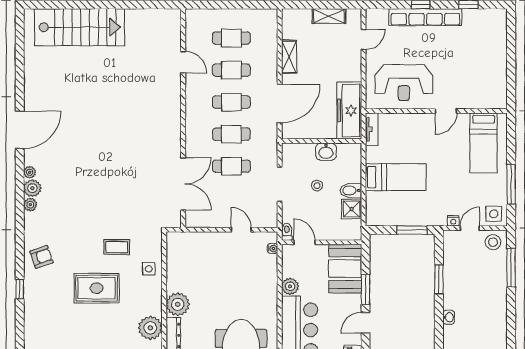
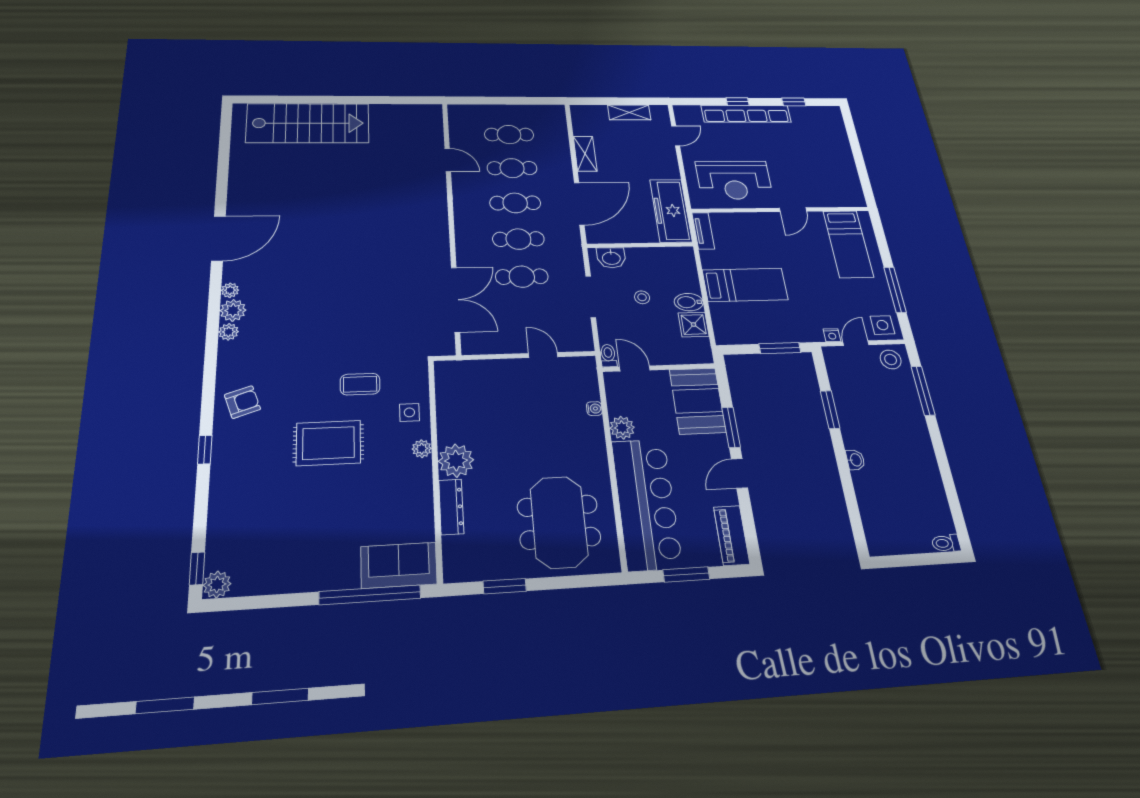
washbasin: (326, 152) -> (611, 258), moved
water cooler: (273, 248) -> (594, 409), moved
plant: (150, 328) -> (422, 449), moved, width x0.53, depth x0.53

